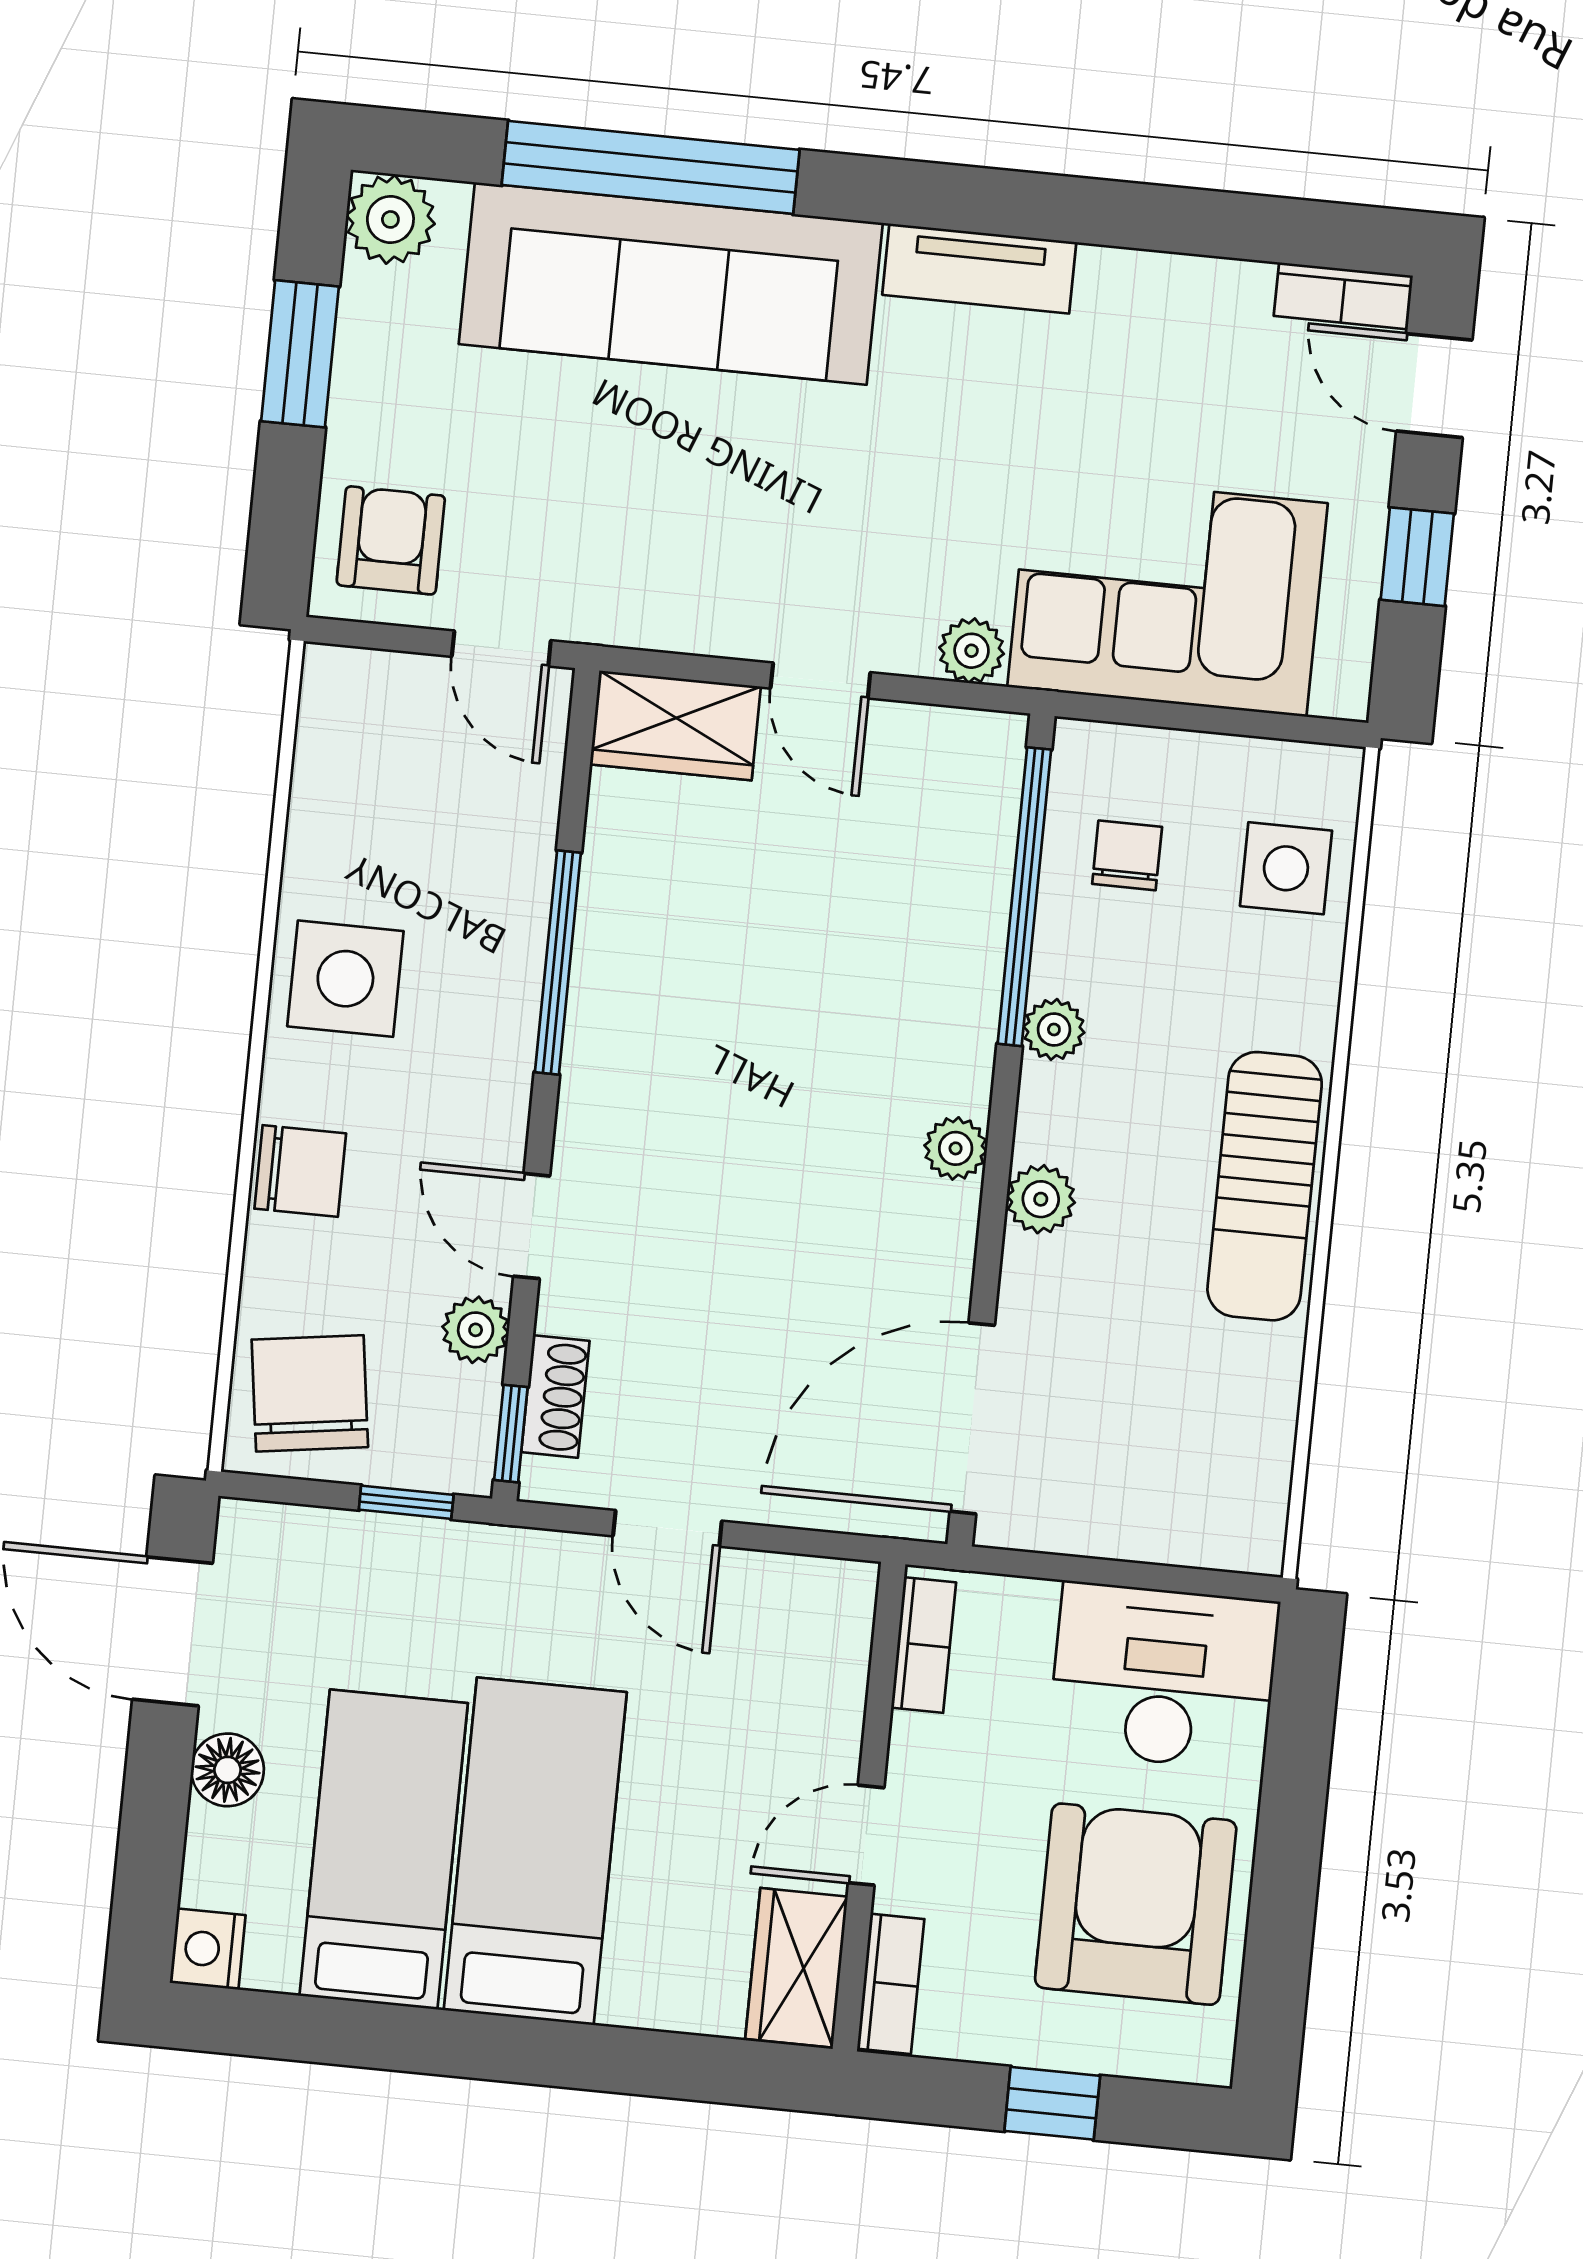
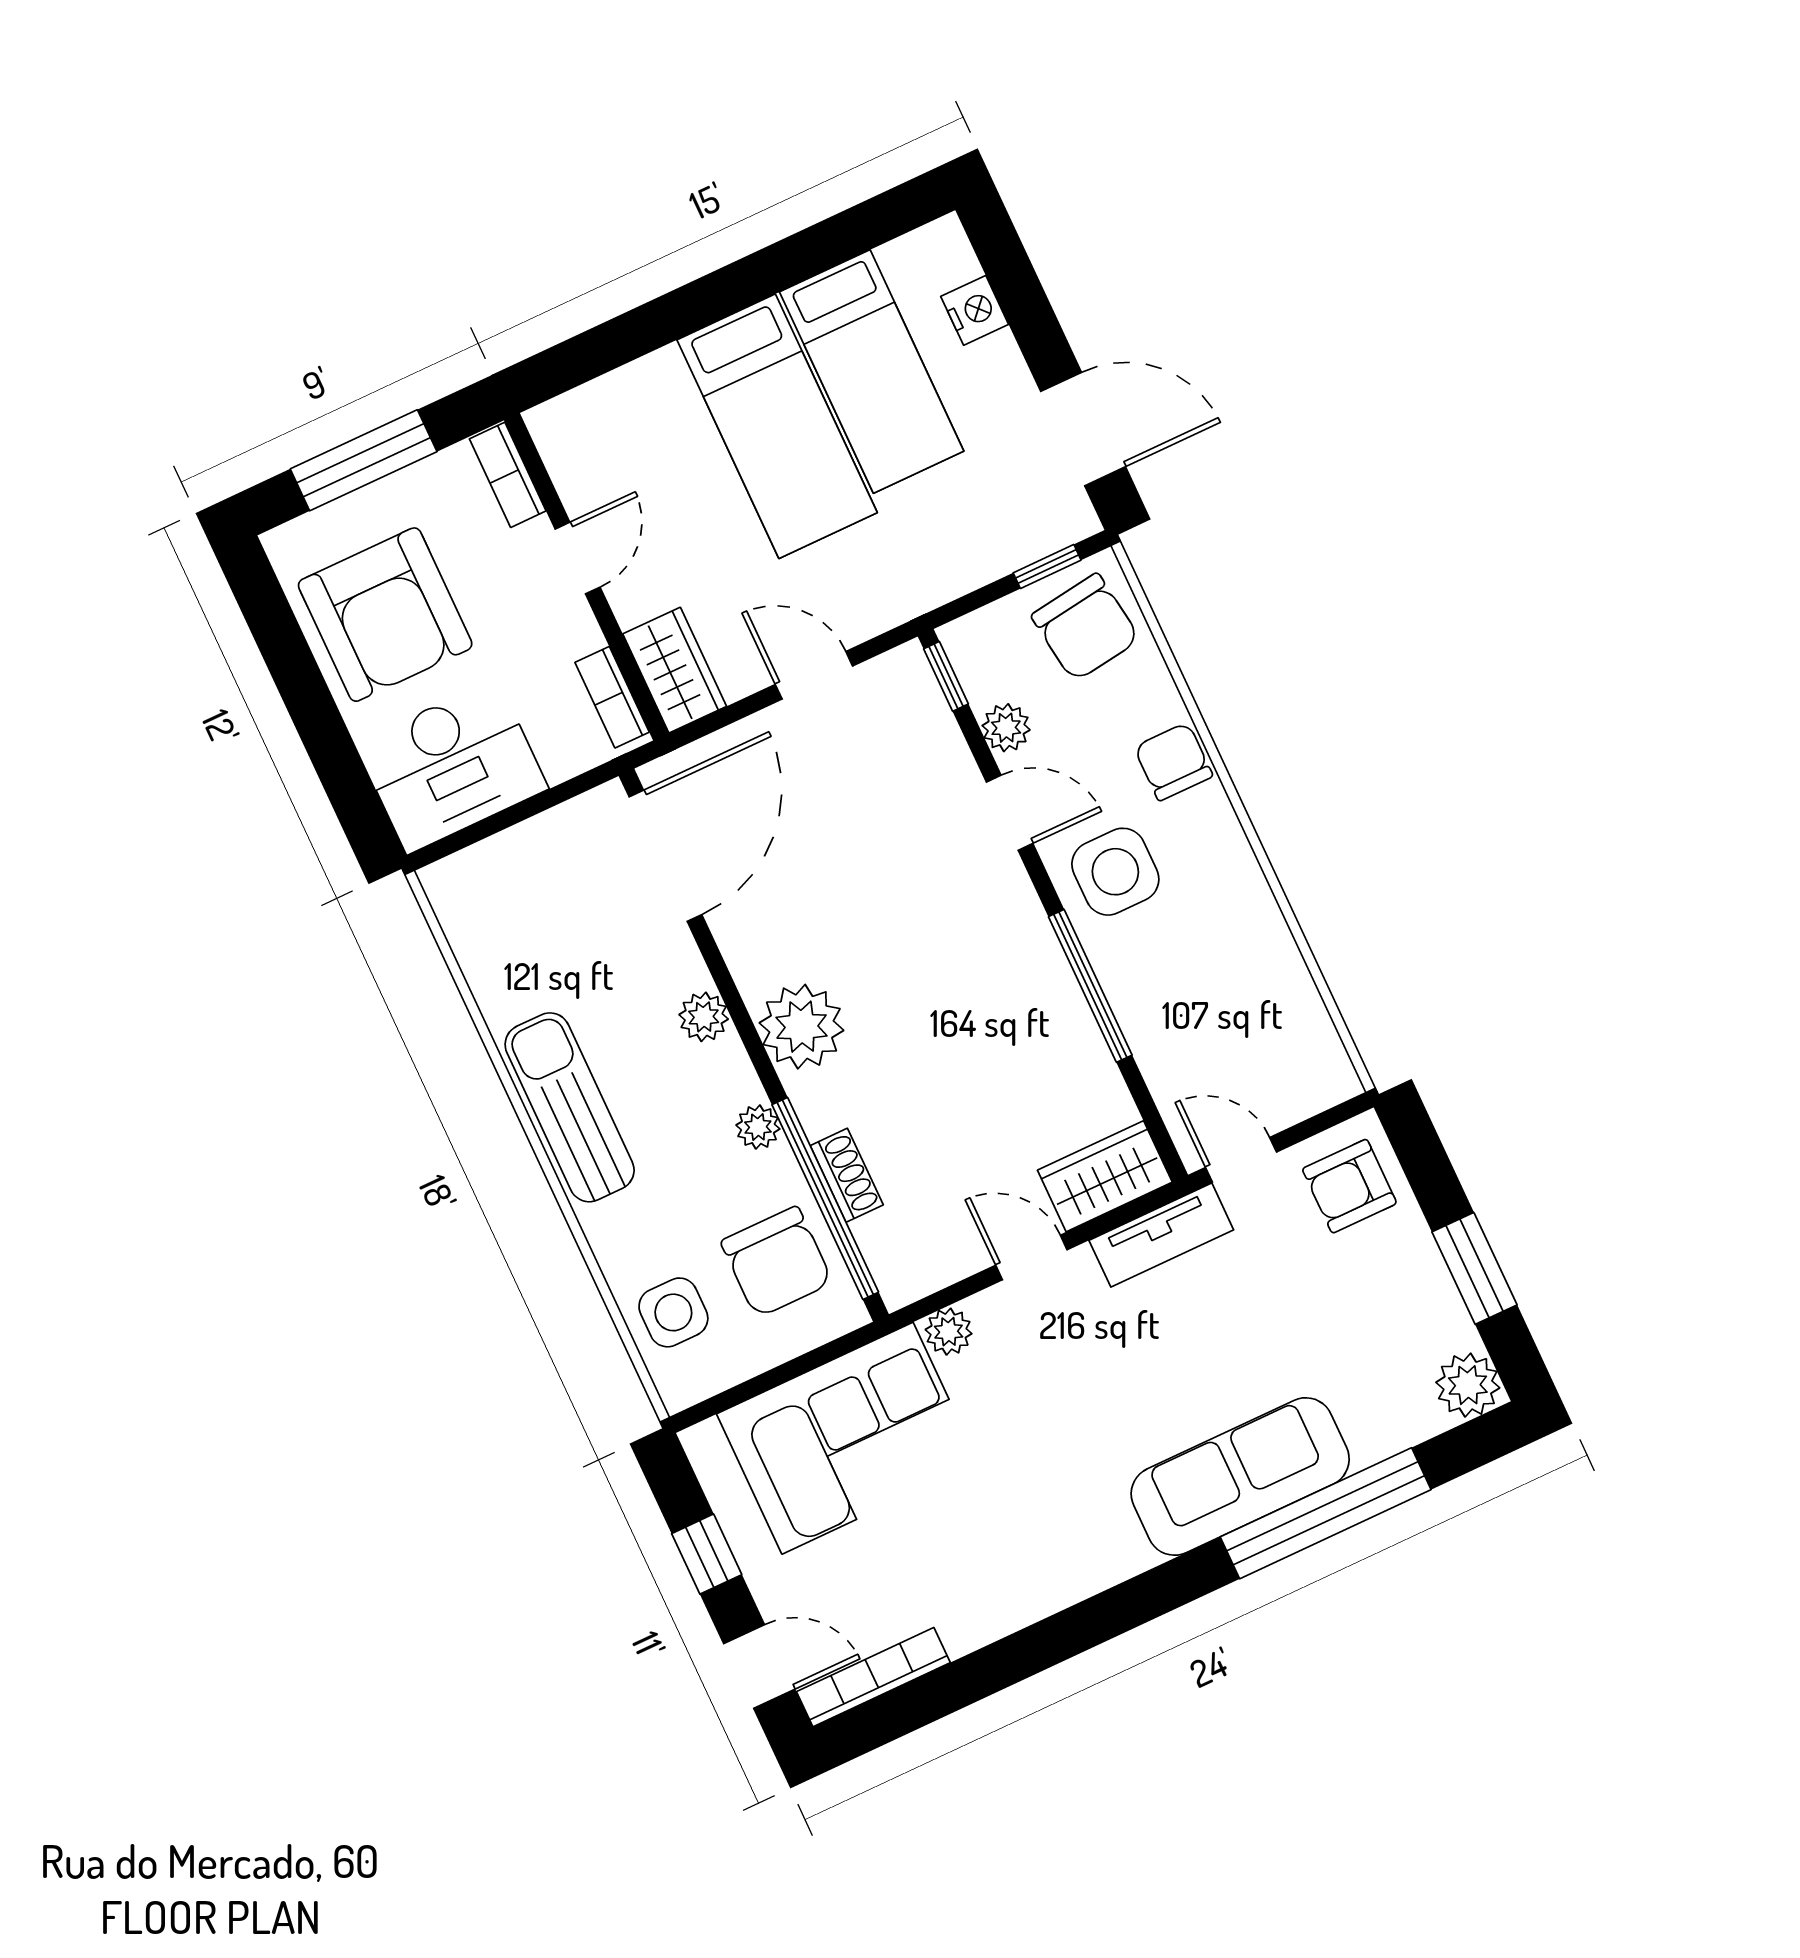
tv unit: (979, 268) -> (1161, 1235), moved, turned 180
sofa: (671, 283) -> (1240, 1477), width x0.74, depth x0.79
bookcase: (1343, 296) -> (873, 1677), width x1.56
armchair: (391, 540) -> (1349, 1186), turned 90
chair: (1127, 855) -> (777, 1262), width x1.87, depth x1.87
side table: (345, 979) -> (1115, 872), moved
plant: (956, 1148) -> (802, 1027), width x1.88, depth x1.88
chair: (300, 1171) -> (1173, 762), turned 90
shoe rack: (555, 1396) -> (847, 1175), moved, turned 180
window: (406, 1502) -> (1047, 566), moved
floor lamp: (228, 1770) -> (998, 363), removed
nightstand: (208, 1949) -> (975, 310), moved
wardrobe: (797, 1968) -> (675, 670), moved
window: (1052, 2103) -> (364, 460), width x2.17

